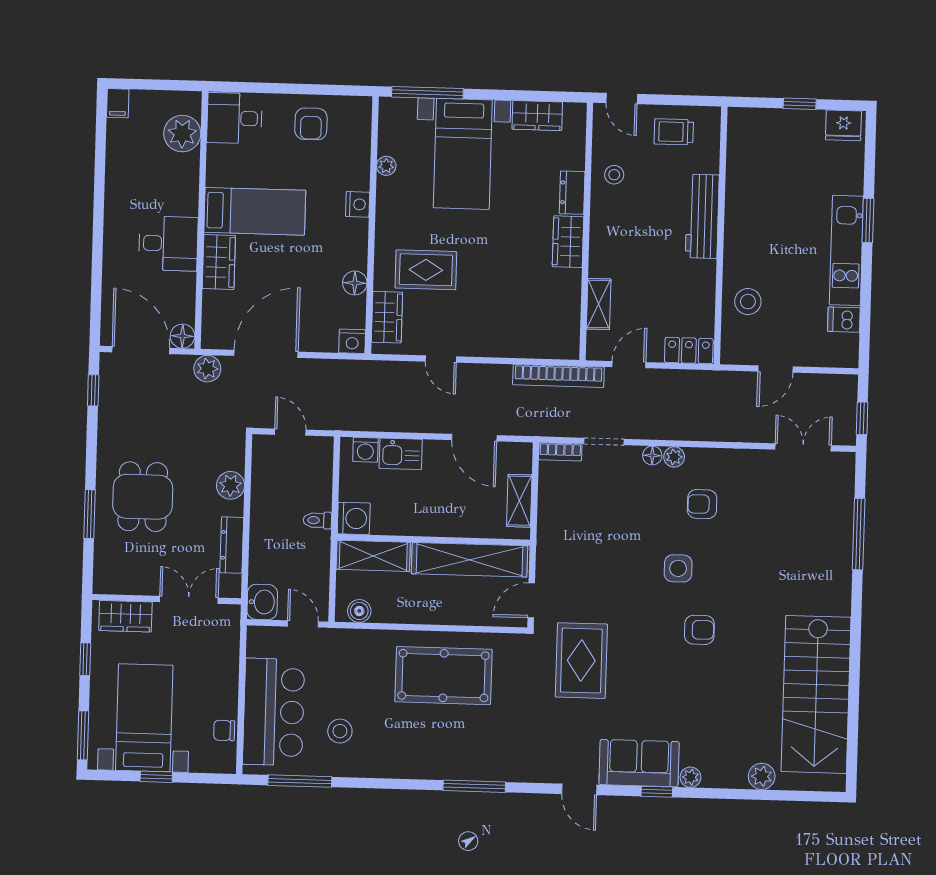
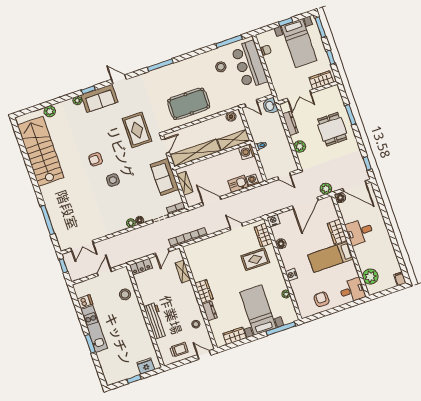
fridge: (843, 125) -> (146, 366), moved
armchair: (702, 504) -> (113, 209), removed
sofa: (560, 532) -> (165, 177), added

